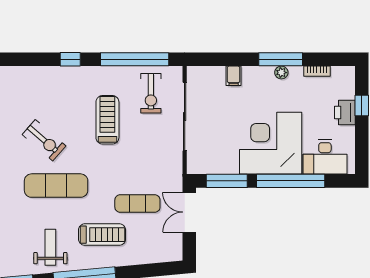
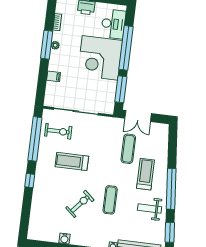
exercise mat: (56, 186) -> (110, 200), width x0.73, depth x0.69

